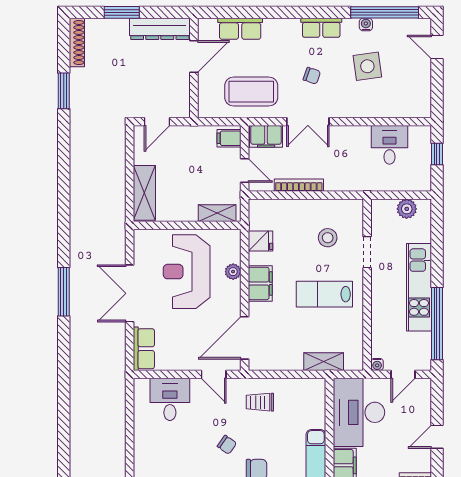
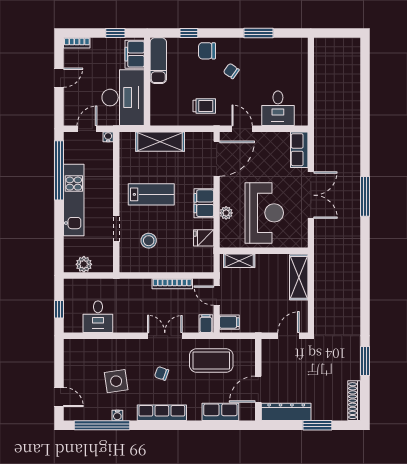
row of seats: (321, 28) -> (162, 413), width x1.48
filing cabinet: (266, 136) -> (206, 324), width x0.50
shelving: (324, 362) -> (160, 142), width x1.50, depth x1.33

